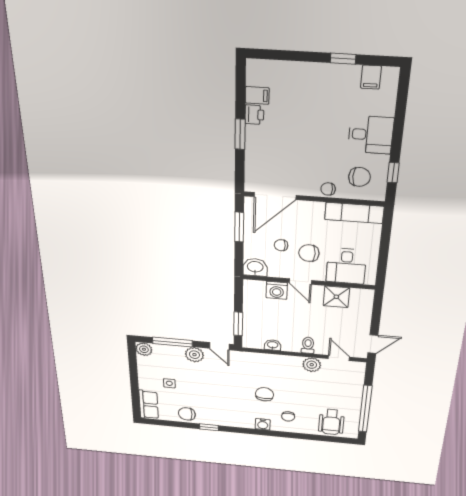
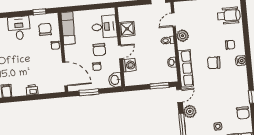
printer: (254, 115) -> (32, 90), moved
window: (240, 134) -> (30, 98), removed
row of seats: (261, 360) -> (186, 68), added

